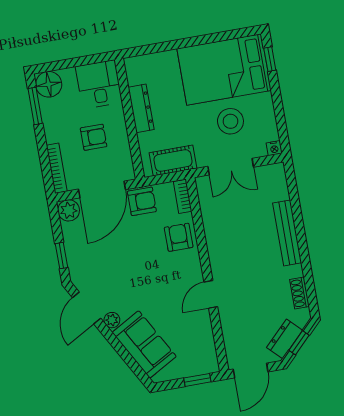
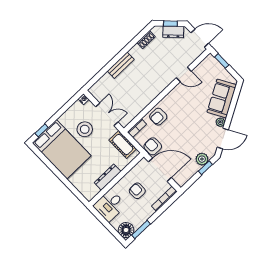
plant: (69, 210) -> (202, 159), moved
bench: (287, 233) -> (121, 65), width x0.73
door: (211, 294) -> (184, 74), moved

